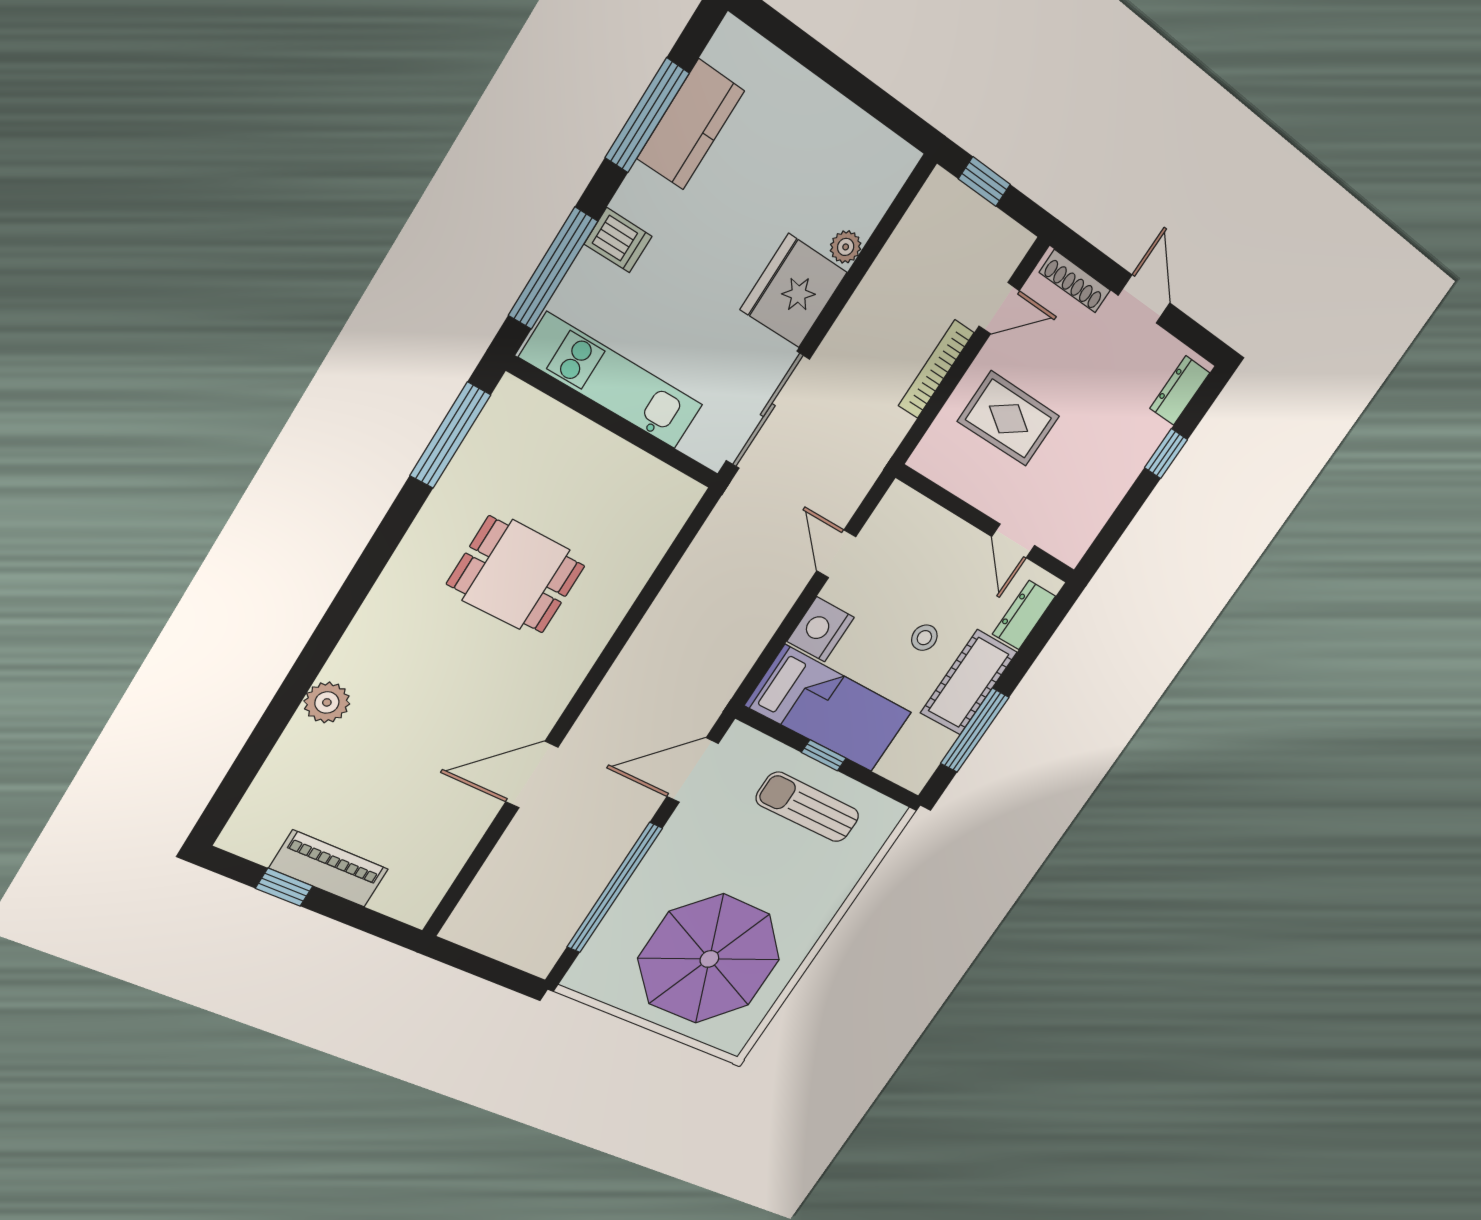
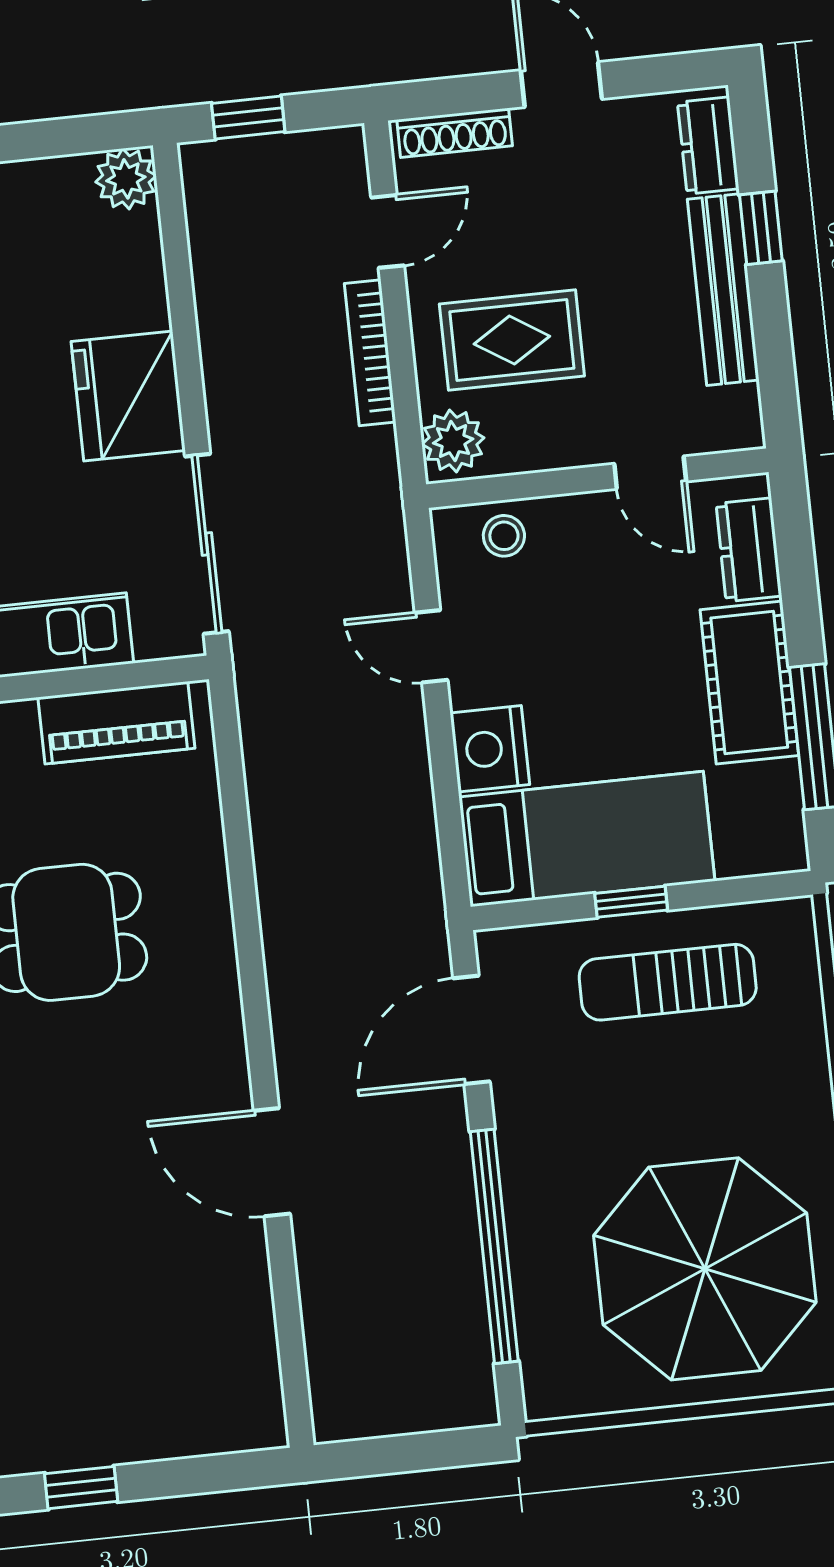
plant: (846, 247) -> (126, 179), moved, width x1.38, depth x1.38
plant: (937, 451) -> (453, 441), added
bench: (1124, 472) -> (723, 290), added
stool: (924, 638) -> (504, 536), moved
door: (532, 775) -> (272, 1162), hinge flipped
piano: (329, 869) -> (116, 723), moved, turned 180

